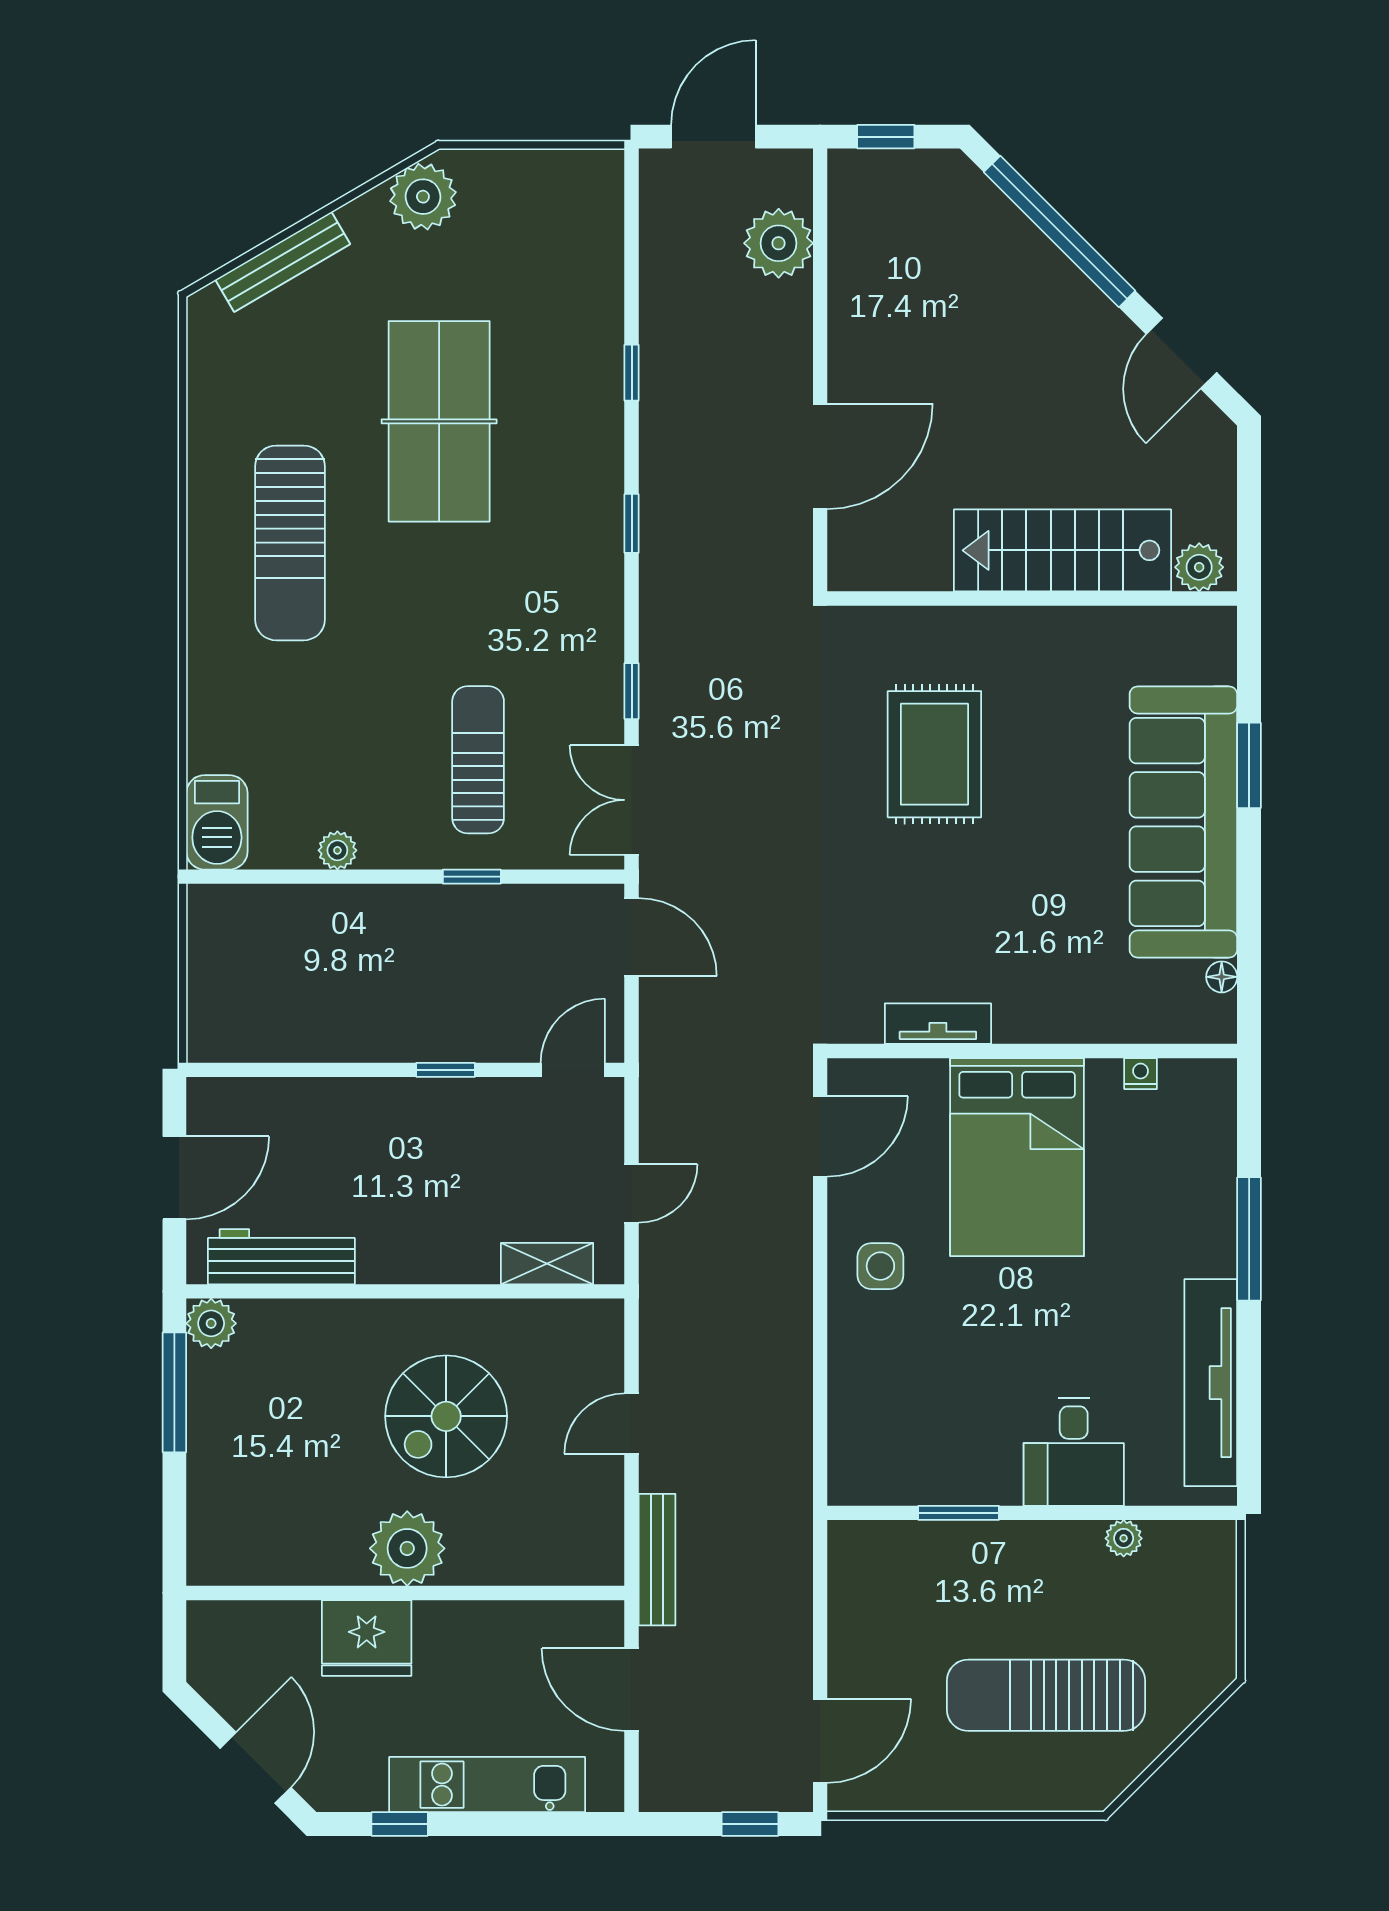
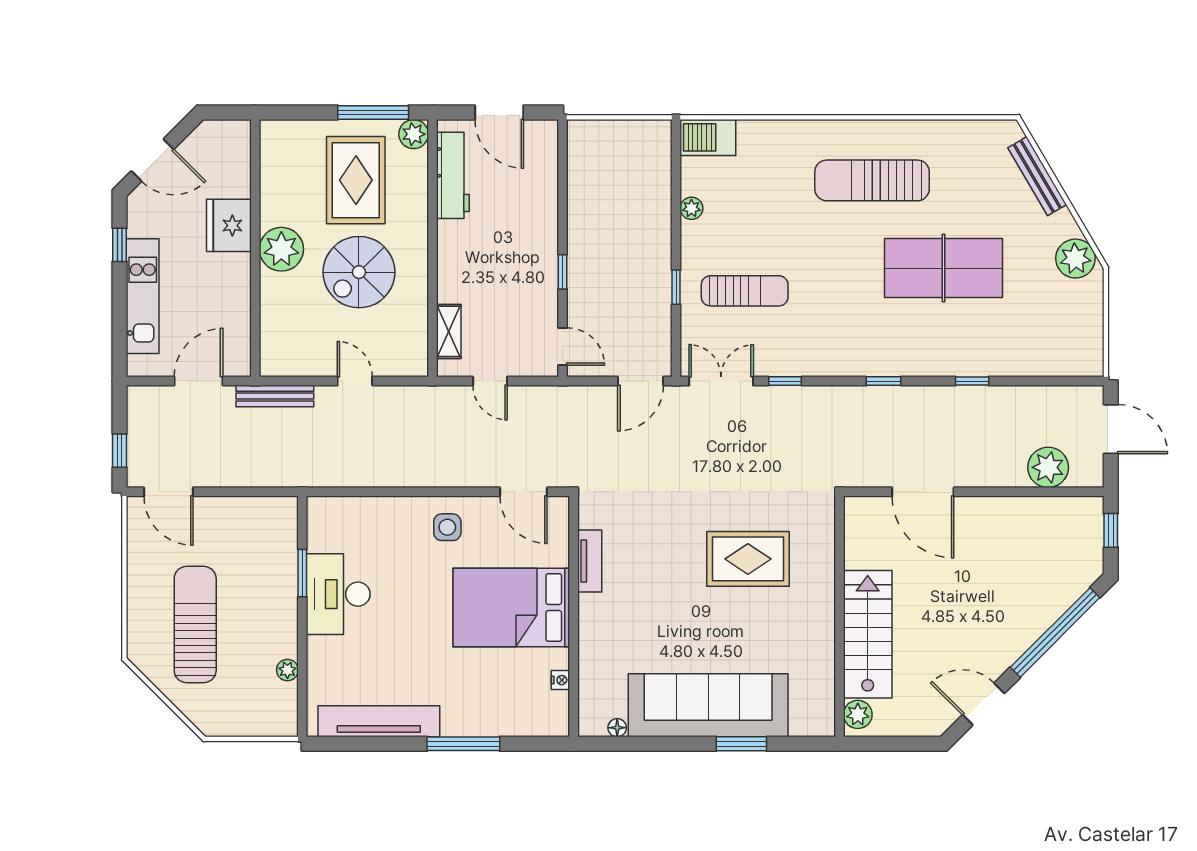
spiral stairs: (446, 1416) -> (359, 272), turned -90
rug: (290, 1422) -> (356, 180), added
desk: (1074, 1452) -> (338, 594), moved, width x1.37

